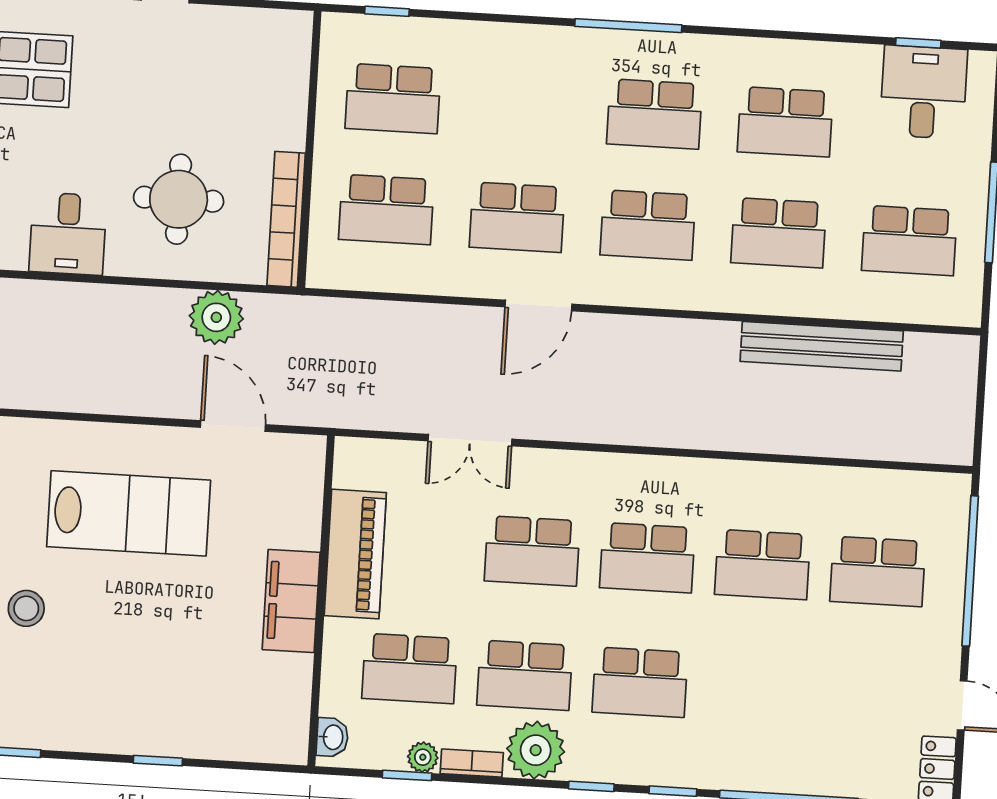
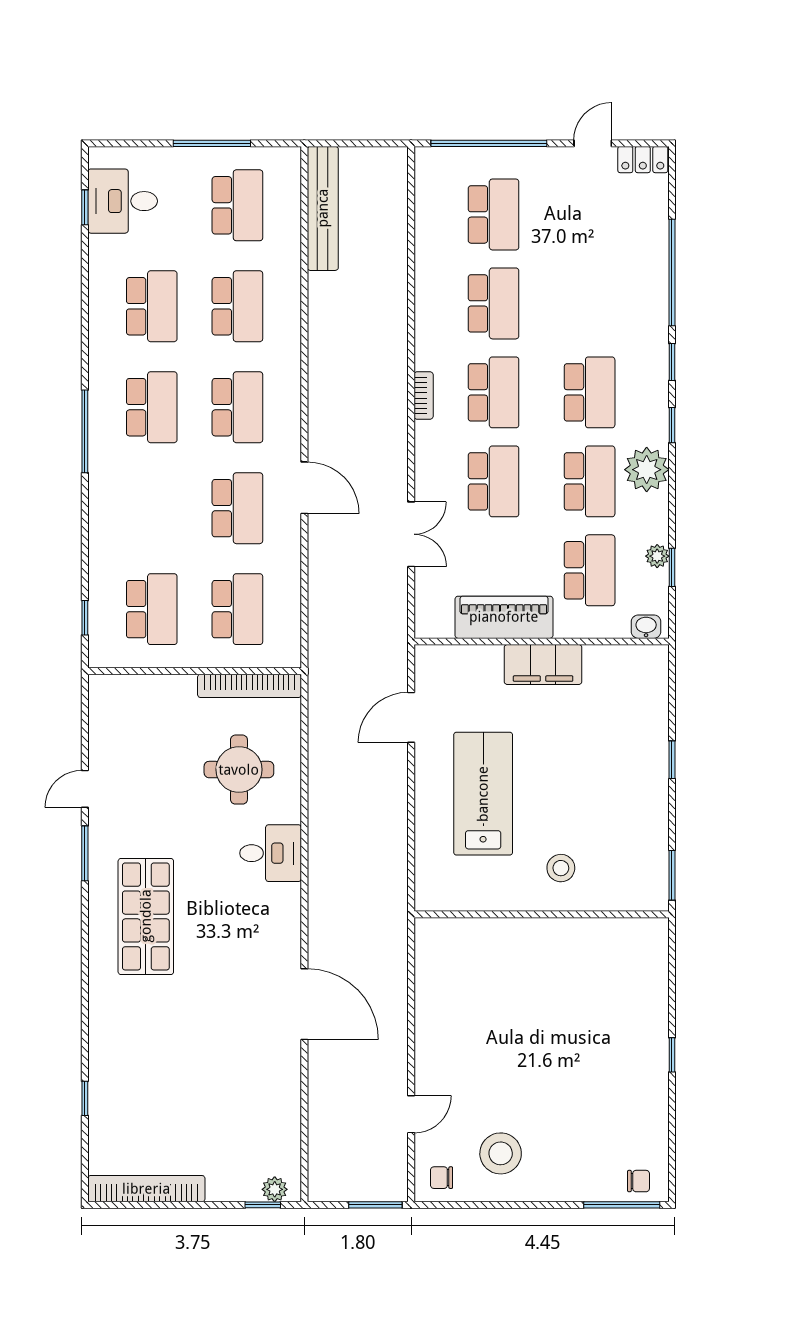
plant: (216, 317) -> (328, 735), removed
bench: (822, 346) -> (323, 208), moved
bookcase: (472, 763) -> (424, 395), moved, turned 180

